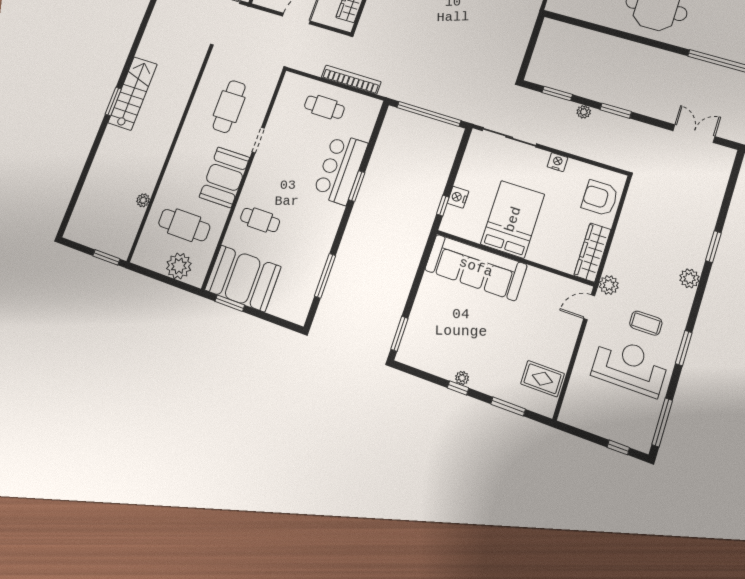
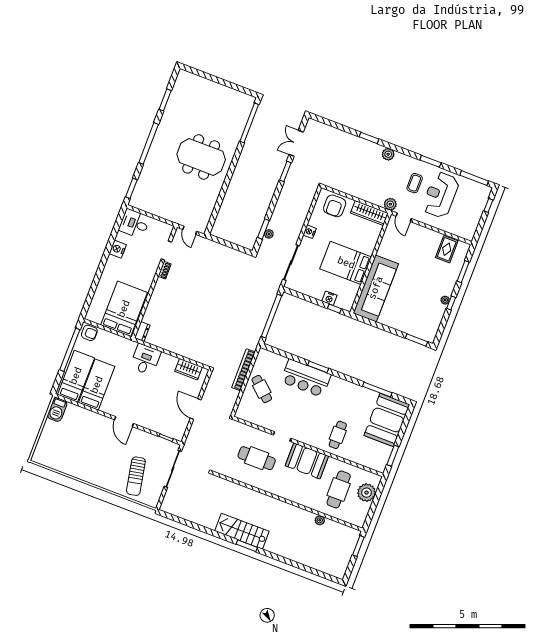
cafe table: (324, 107) -> (262, 389), turned -48
window: (616, 111) -> (285, 171), moved
plant: (584, 112) -> (269, 234), moved
booth: (243, 278) -> (387, 420), moved

